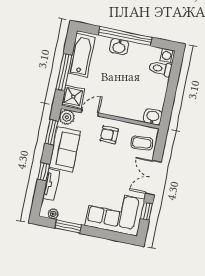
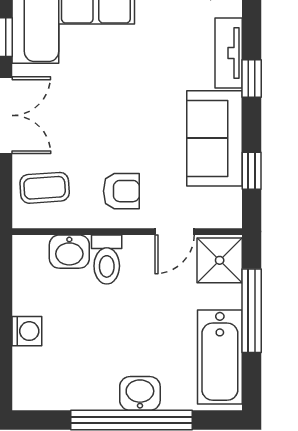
washing machine: (168, 56) -> (27, 331), moved
toilet: (160, 69) -> (107, 259), moved, turned 90
plant: (67, 117) -> (225, 211), removed
washbasin: (153, 117) -> (69, 252), moved
window: (52, 132) -> (252, 171), width x0.67

